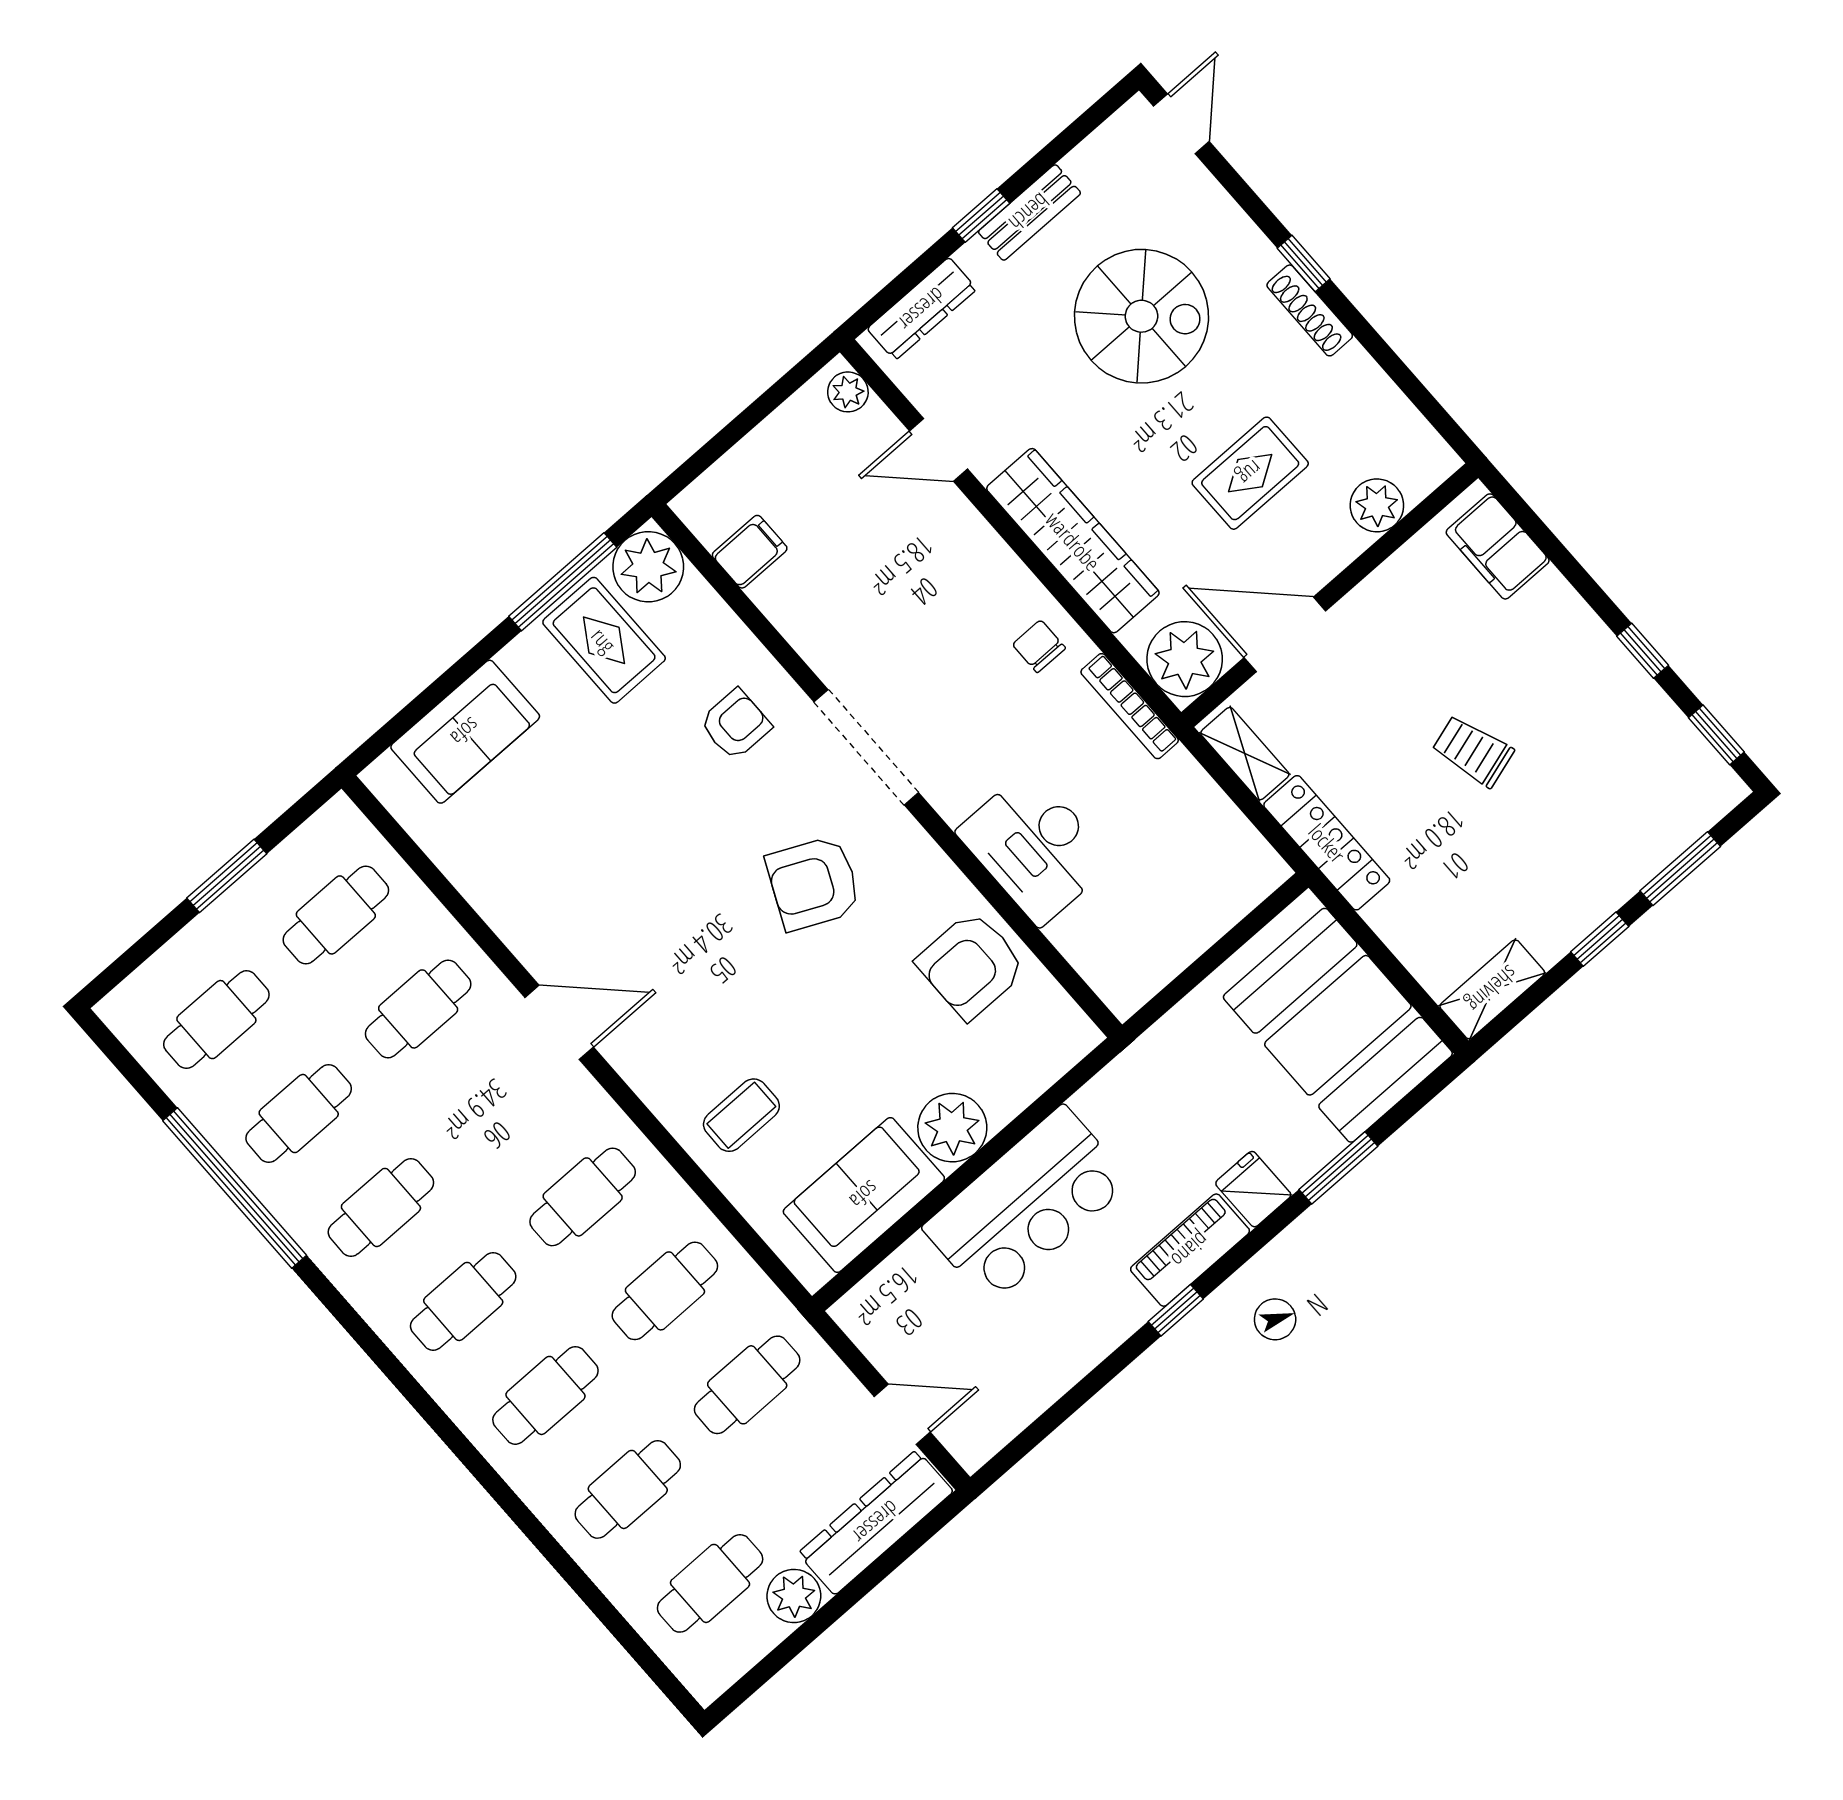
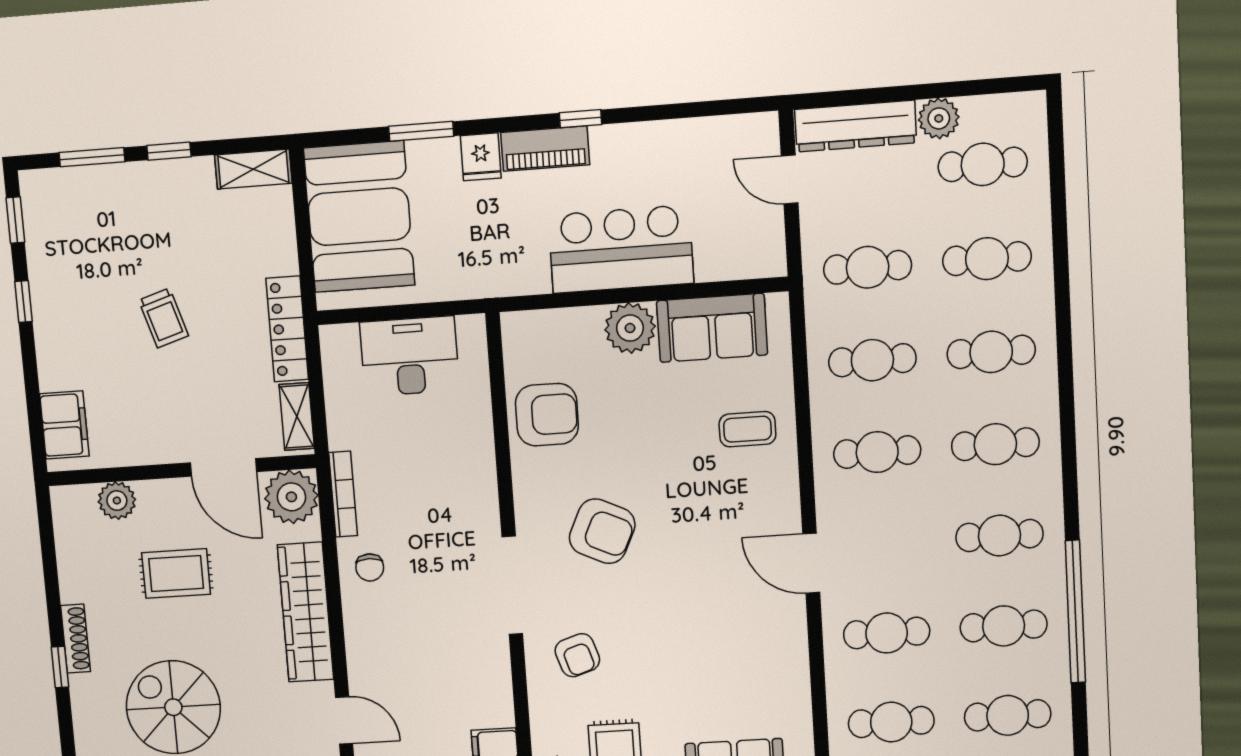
armchair: (735, 724) -> (577, 655), turned -108
desk: (1035, 847) -> (410, 356), moved, turned -90

